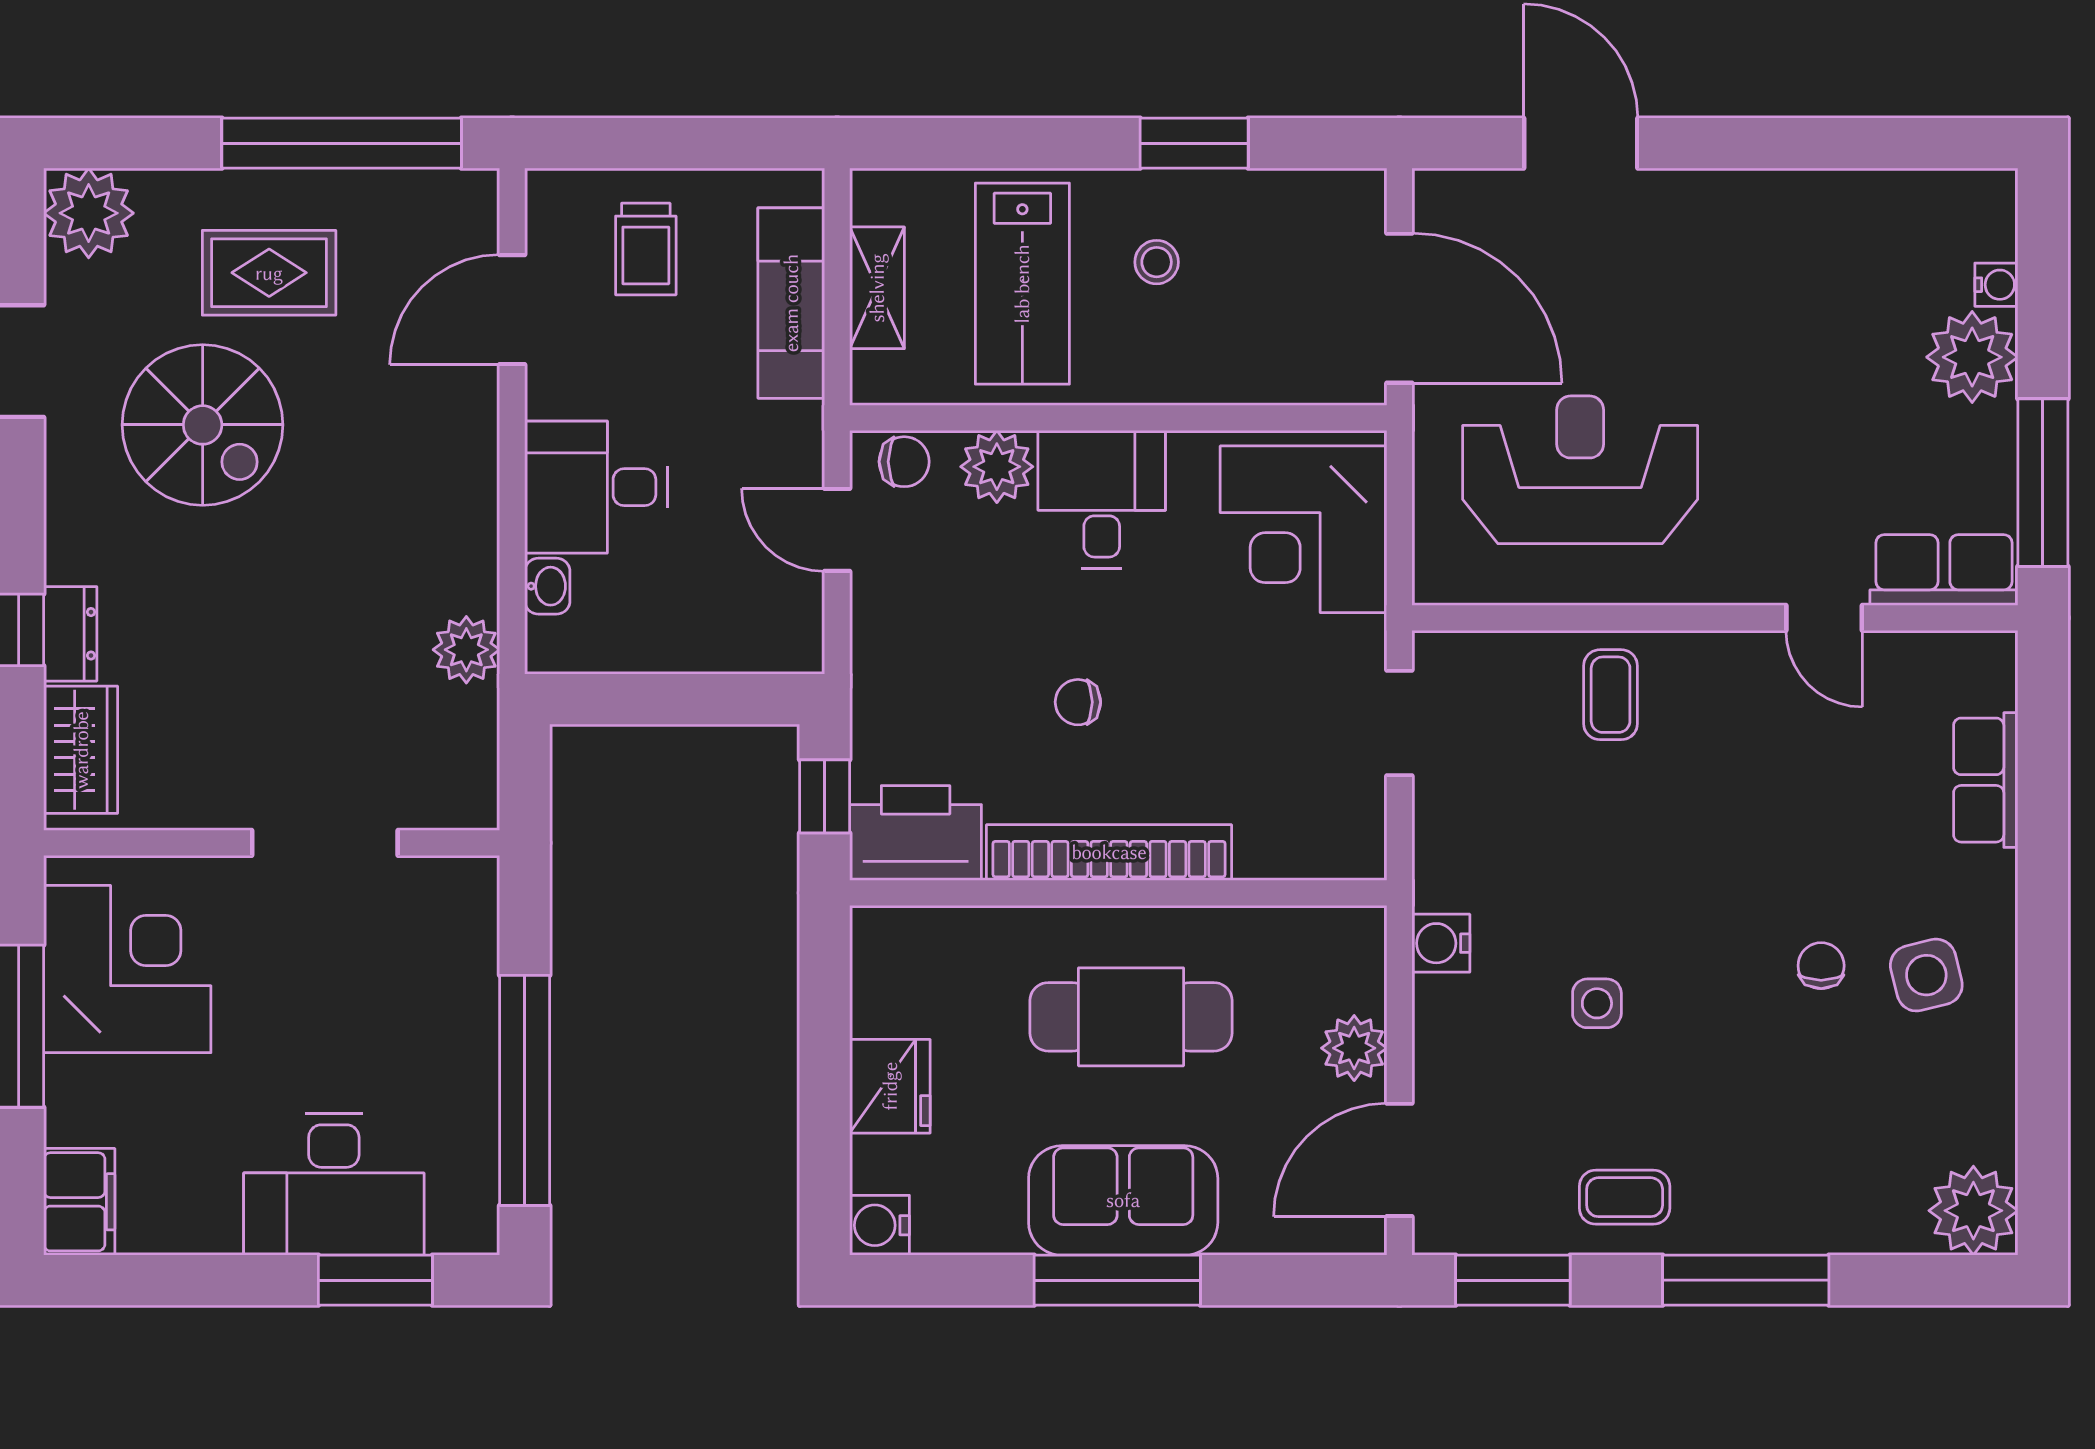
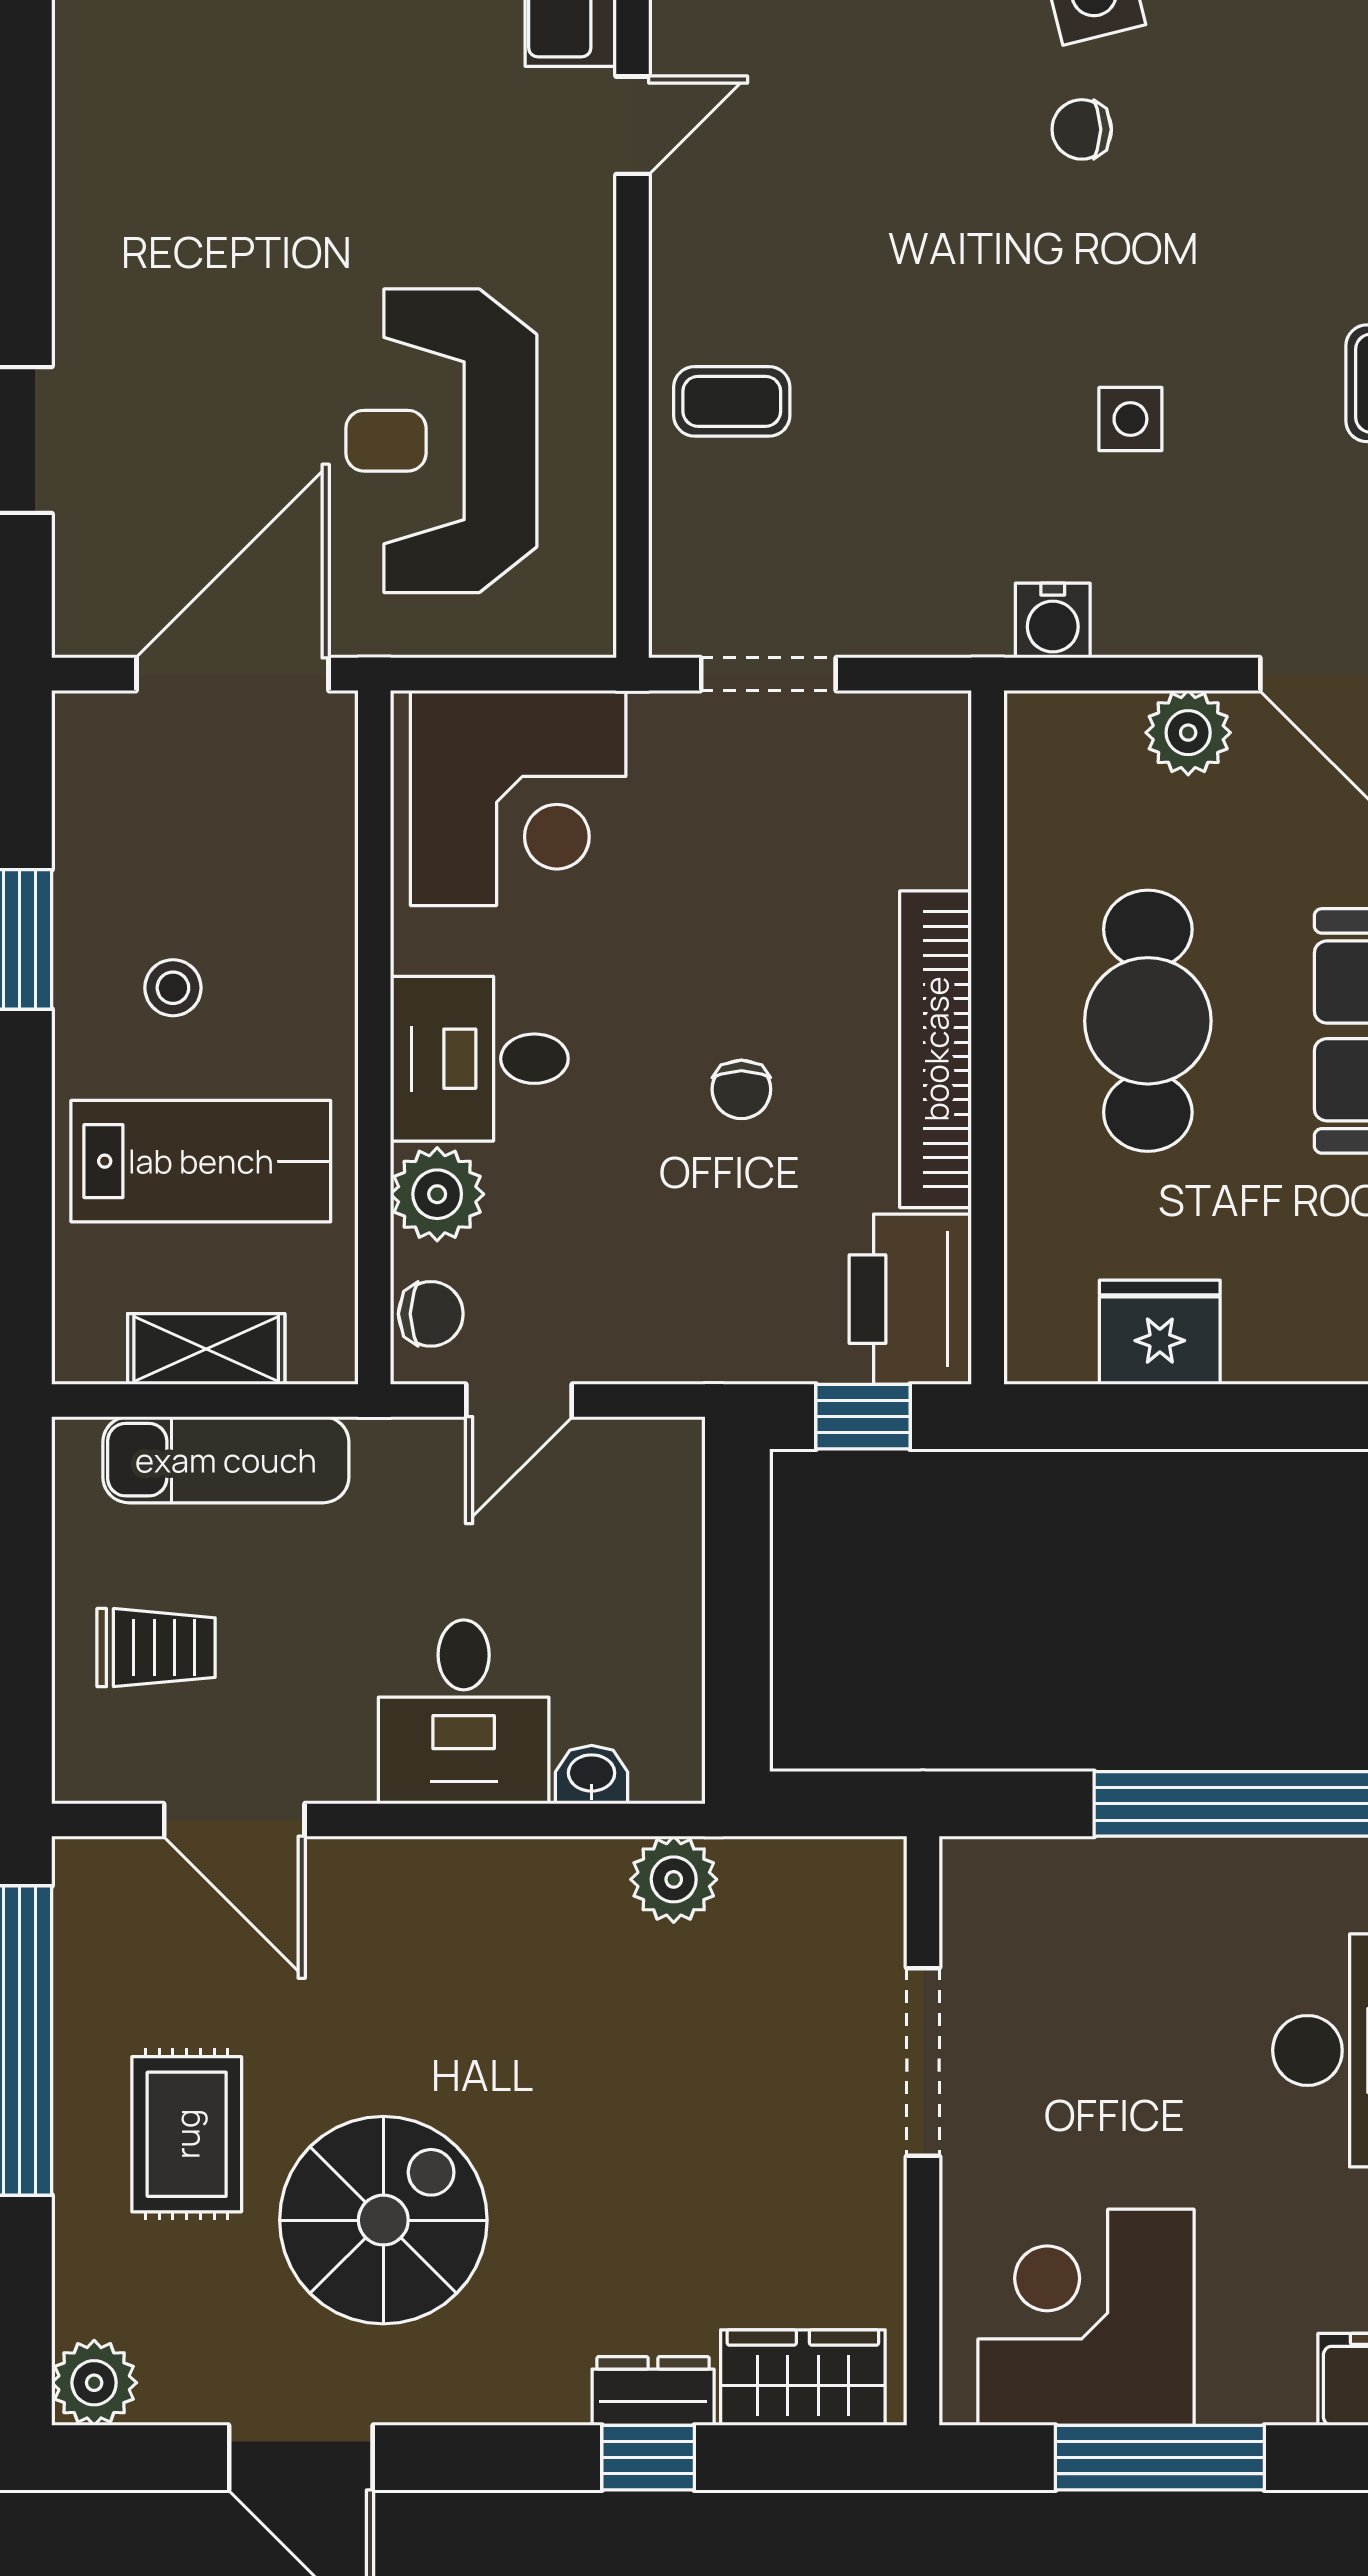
plant: (89, 213) -> (94, 2383), width x0.73, depth x0.73
chair: (904, 462) -> (431, 1314), turned 90
fridge: (890, 1086) -> (1160, 1332), moved

